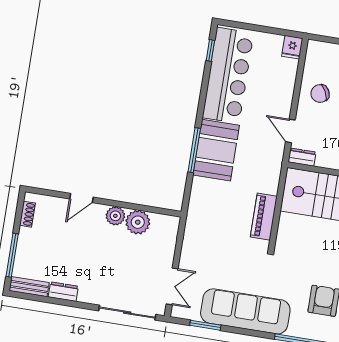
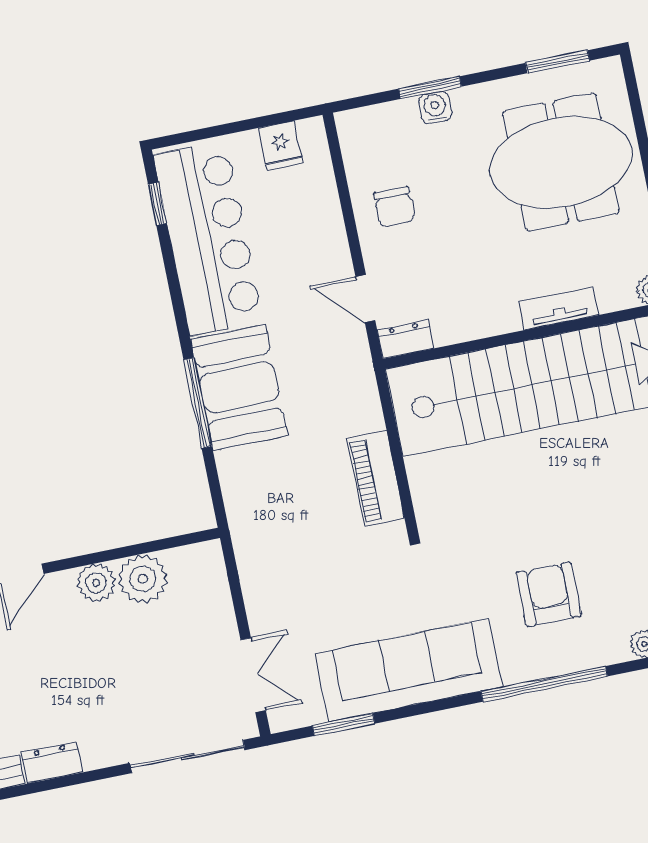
fridge: (292, 47) -> (281, 145), moved
chair: (320, 94) -> (394, 207), turned -64

